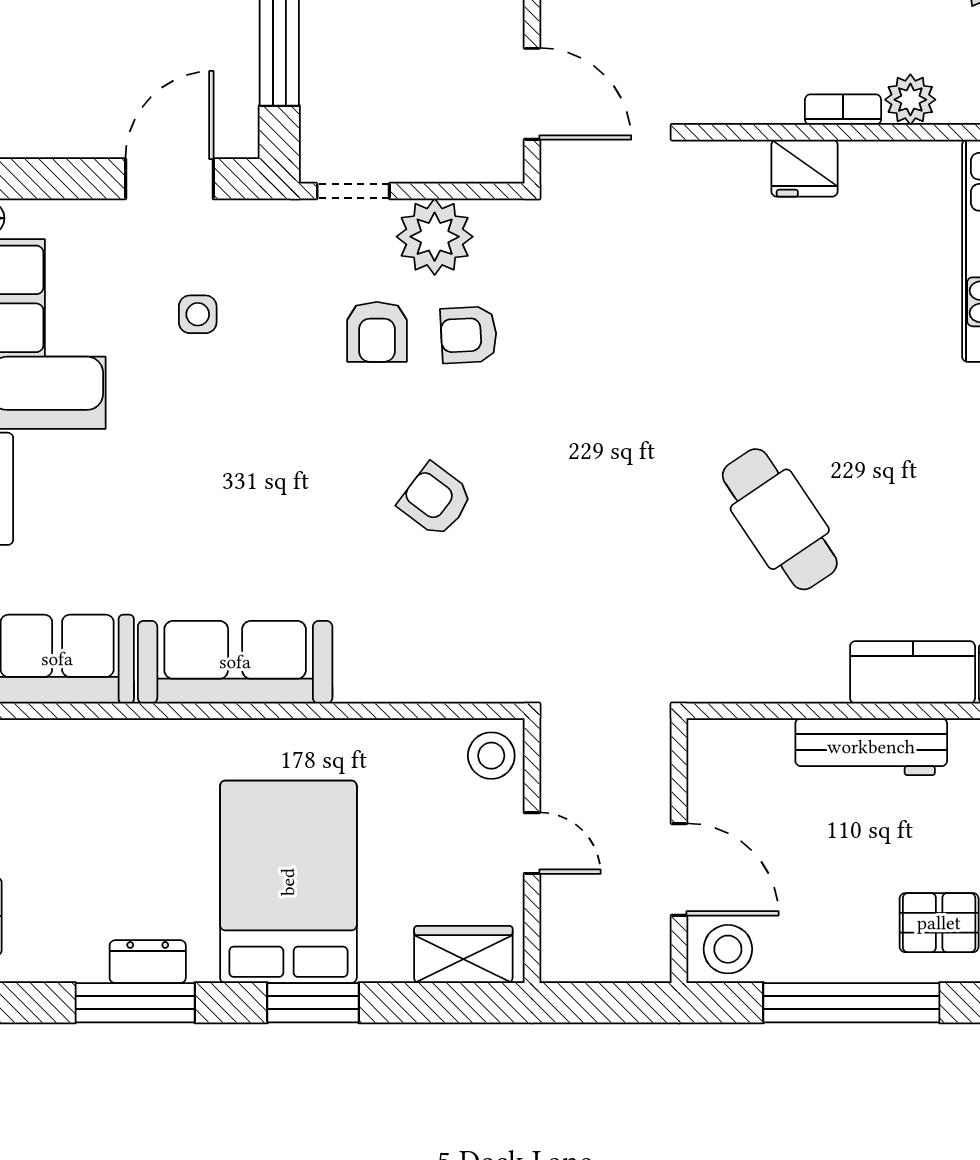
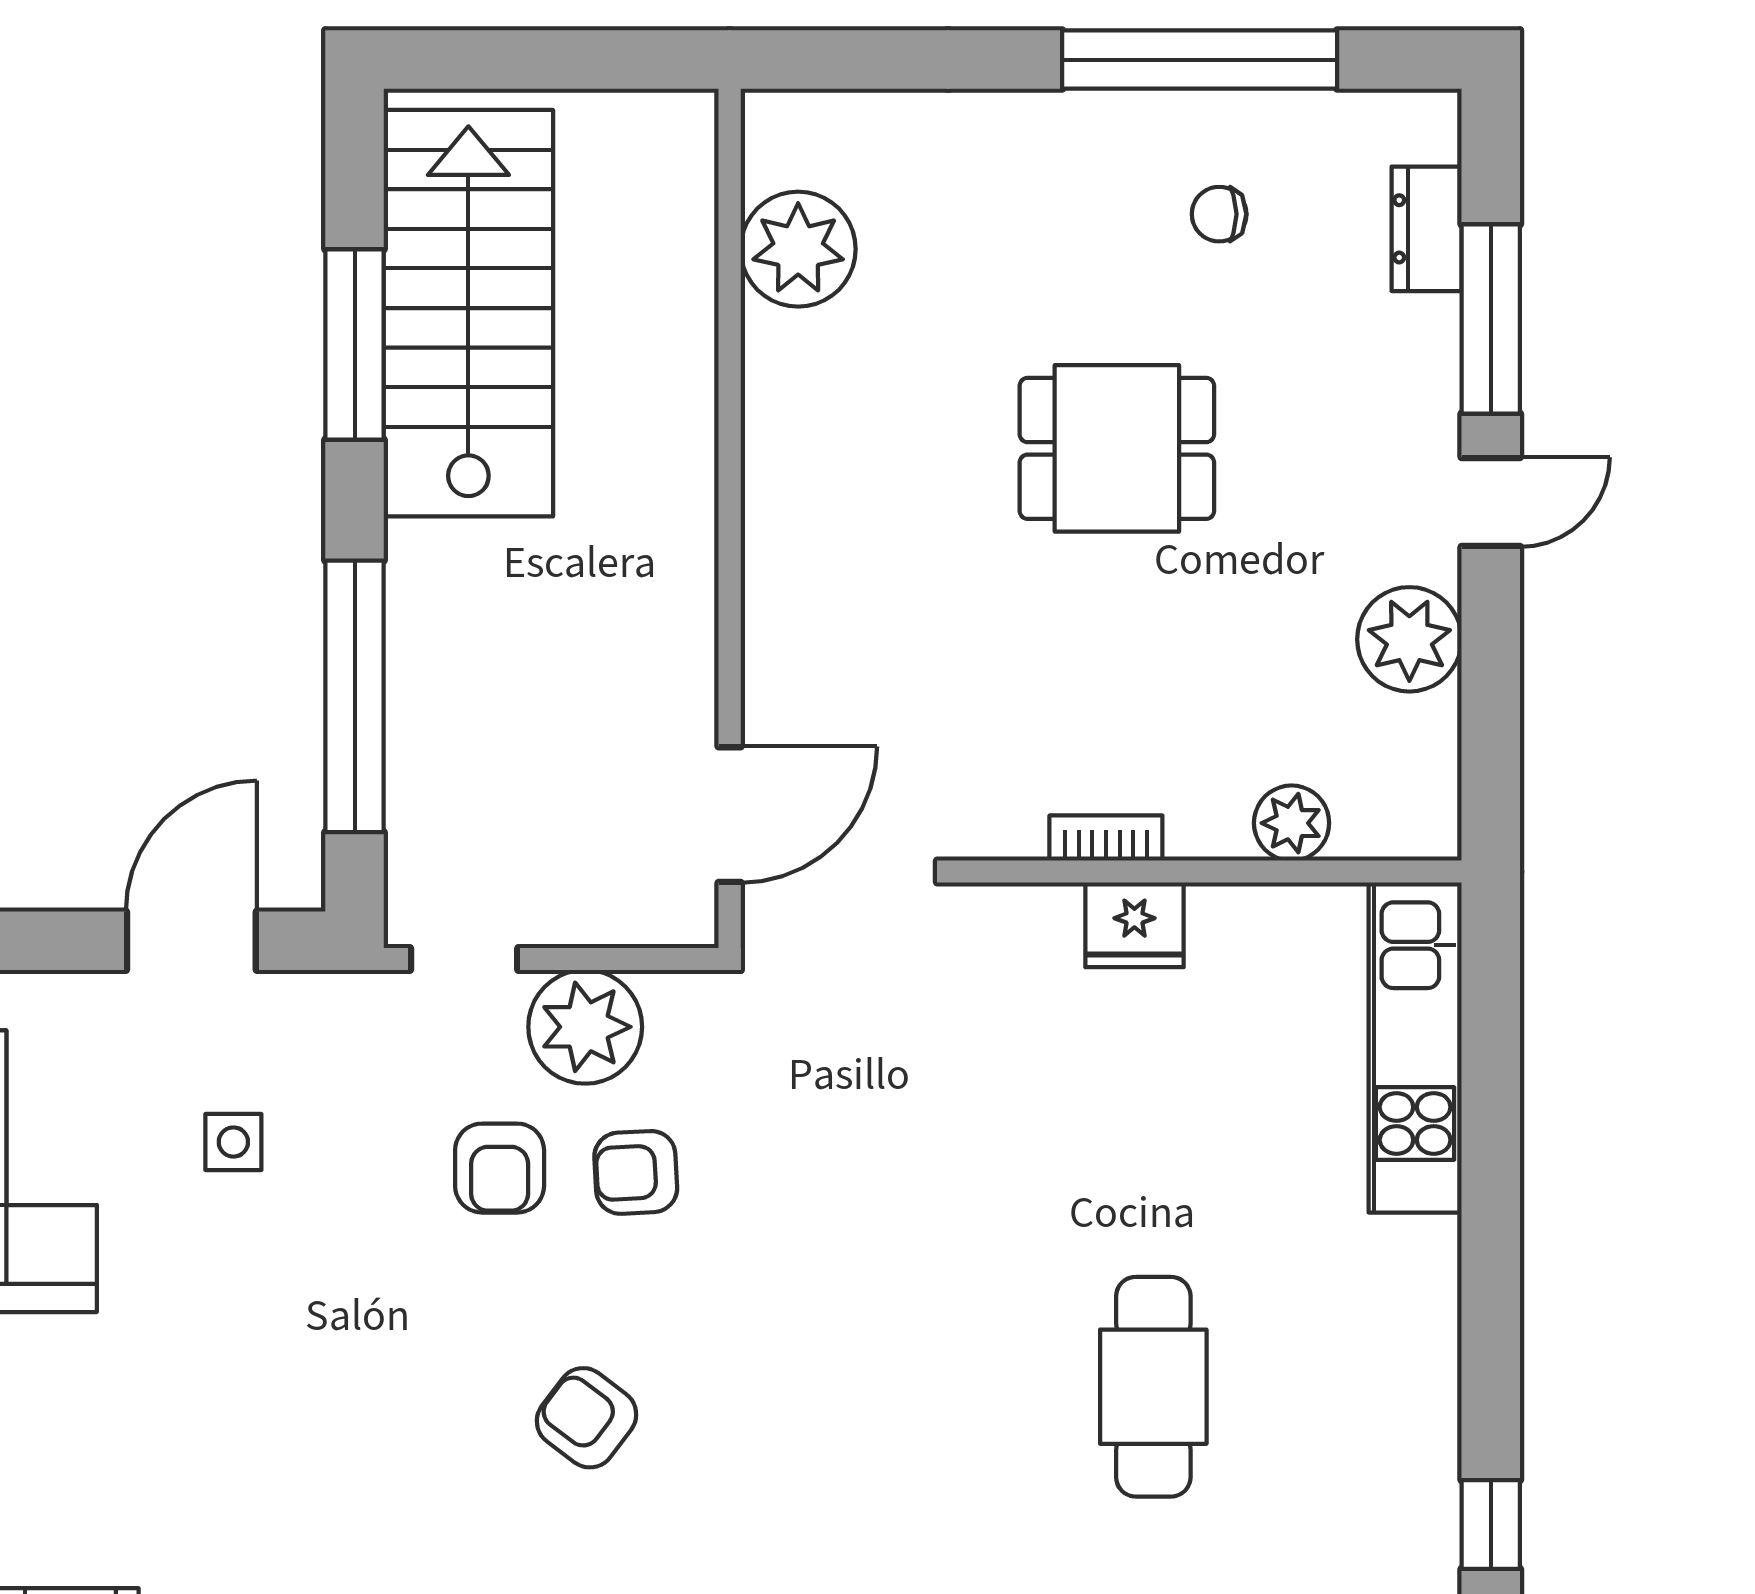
door: (532, 94) -> (730, 815), hinge flipped
bookcase: (843, 110) -> (1106, 838), moved
cafe table: (780, 519) -> (1153, 1387), moved, turned 34

